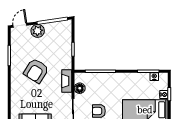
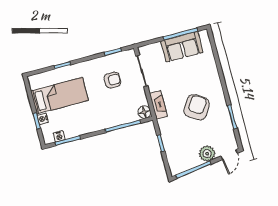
floor lamp: (80, 88) -> (144, 112), moved

